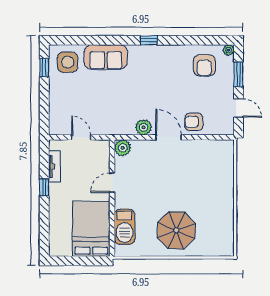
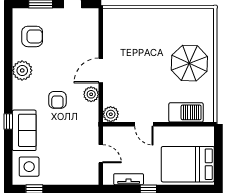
window: (149, 40) -> (8, 122), moved
plant: (229, 50) -> (22, 70), moved, width x1.87, depth x1.87
armchair: (194, 122) -> (57, 100), moved
door: (81, 137) -> (101, 154), swing flipped
bed: (91, 229) -> (188, 164), moved

